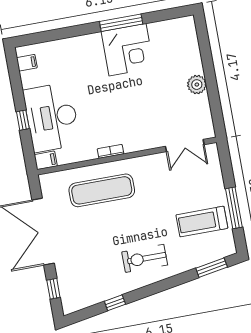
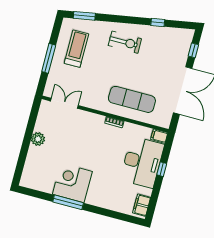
filing cabinet: (27, 63) -> (142, 205), width x2.00
window: (234, 208) -> (49, 58), moved
treadmill: (202, 222) -> (76, 49), turned -90

